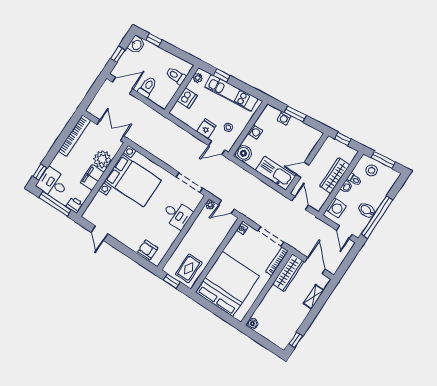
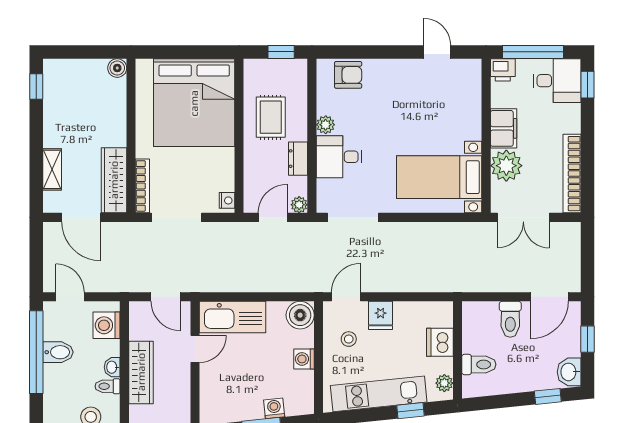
bed with nightstands: (133, 181) -> (439, 177), width x0.73
dresser: (197, 226) -> (298, 159), added
plant: (173, 234) -> (326, 125), added
rug: (189, 268) -> (271, 117), moved

